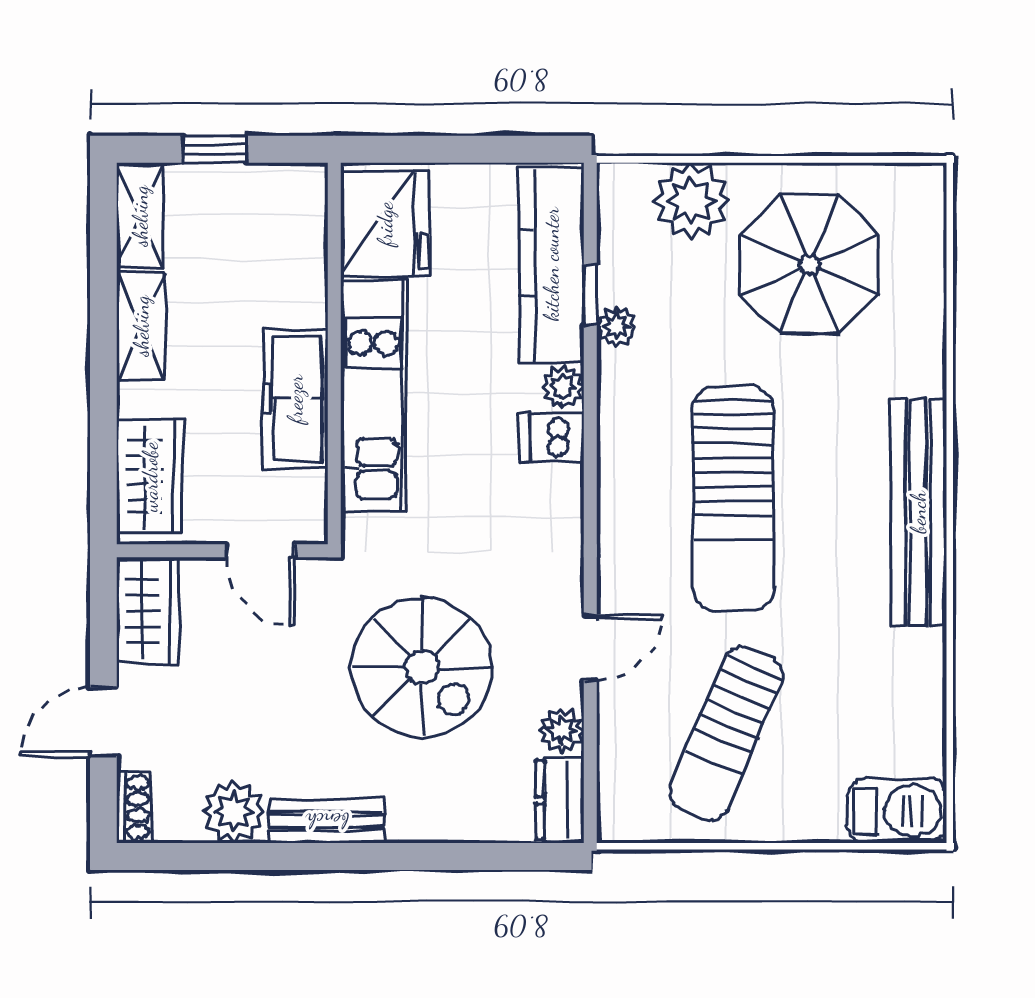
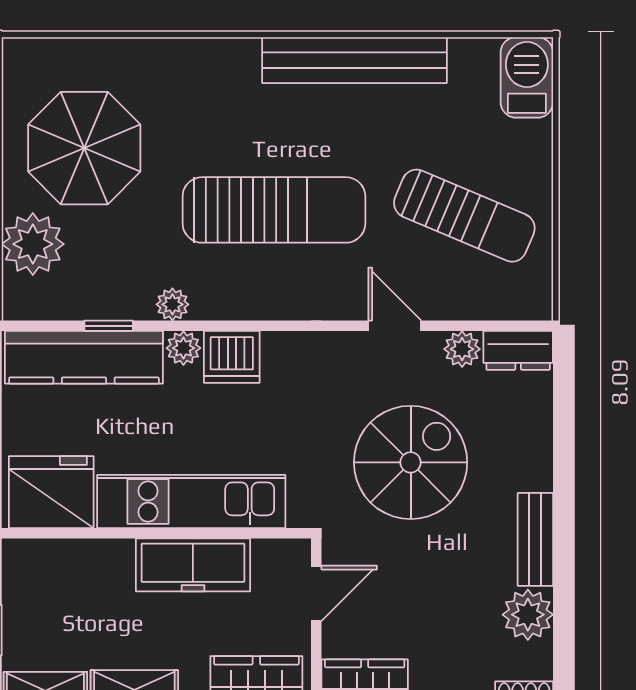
plant: (617, 327) -> (172, 304), moved
dishwasher: (552, 437) -> (232, 357), width x1.38
bench: (918, 512) -> (355, 60), moved

